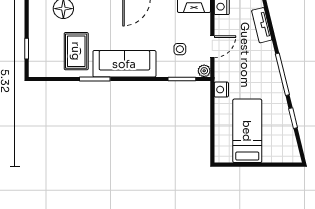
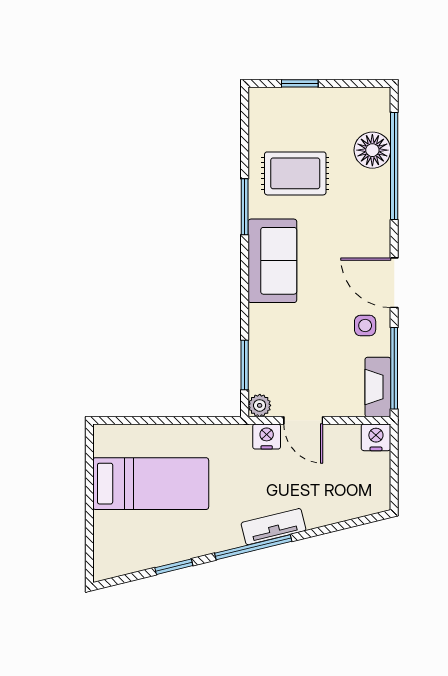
tv unit: (262, 25) -> (274, 527), moved
side table: (180, 49) -> (365, 326), moved
sofa: (124, 64) -> (272, 261), width x0.73
nightstand: (221, 90) -> (267, 436), moved

